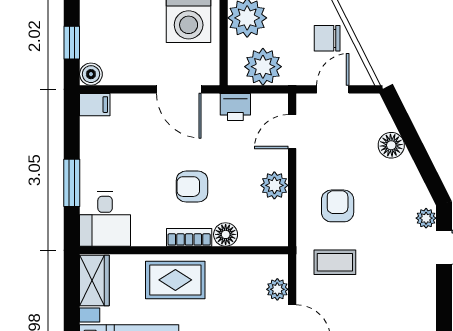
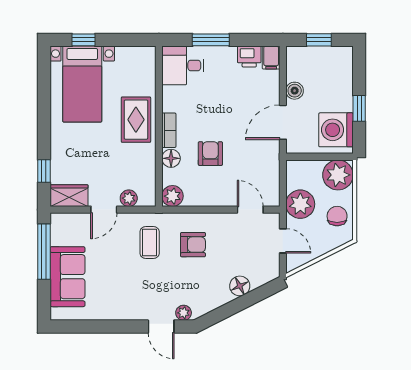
chair: (327, 38) -> (337, 216), moved
plant: (263, 67) -> (300, 204), moved
boiler: (91, 74) -> (295, 91), moved
printer: (235, 107) -> (249, 57), moved, turned -90
plant: (274, 185) -> (172, 196), moved
armchair: (192, 187) -> (210, 154), moved
wardrobe: (94, 280) -> (136, 57), removed

